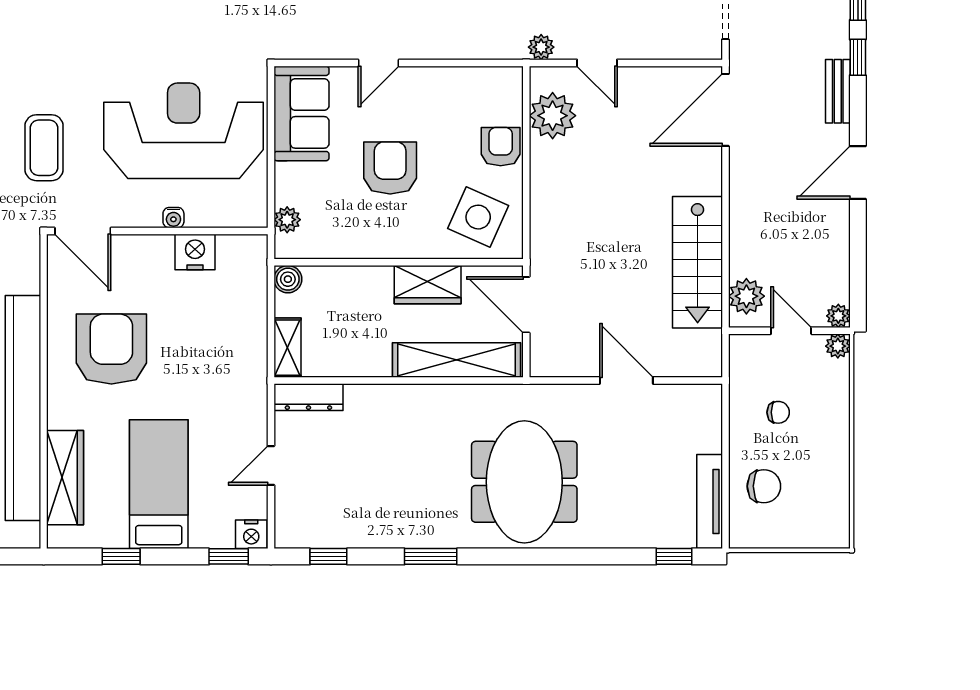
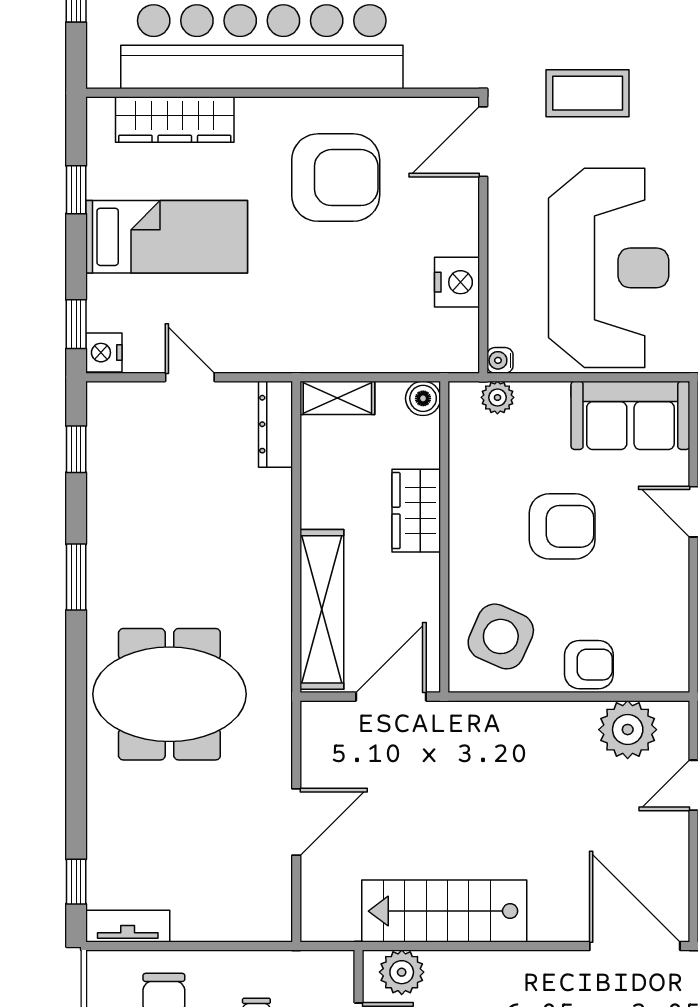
water cooler: (173, 218) -> (500, 360), moved
wardrobe: (428, 285) -> (416, 511), moved
tv unit: (710, 502) -> (128, 926), width x0.71

